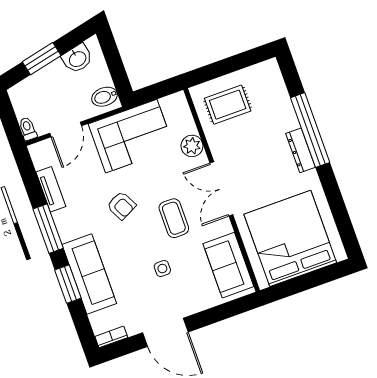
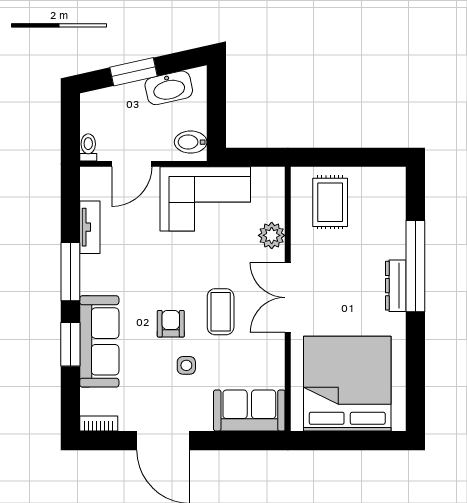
washbasin: (77, 59) -> (169, 88), width x1.38
rug: (228, 105) -> (330, 202), turned 90
armchair: (121, 205) -> (171, 324), moved, turned -153
sofa: (228, 265) -> (249, 410), moved, turned 90

